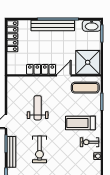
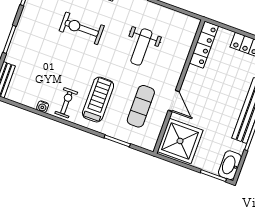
locker: (41, 69) -> (204, 45), moved
exercise mat: (85, 88) -> (141, 106), moved
weight bench: (38, 108) -> (141, 47), turned 90

